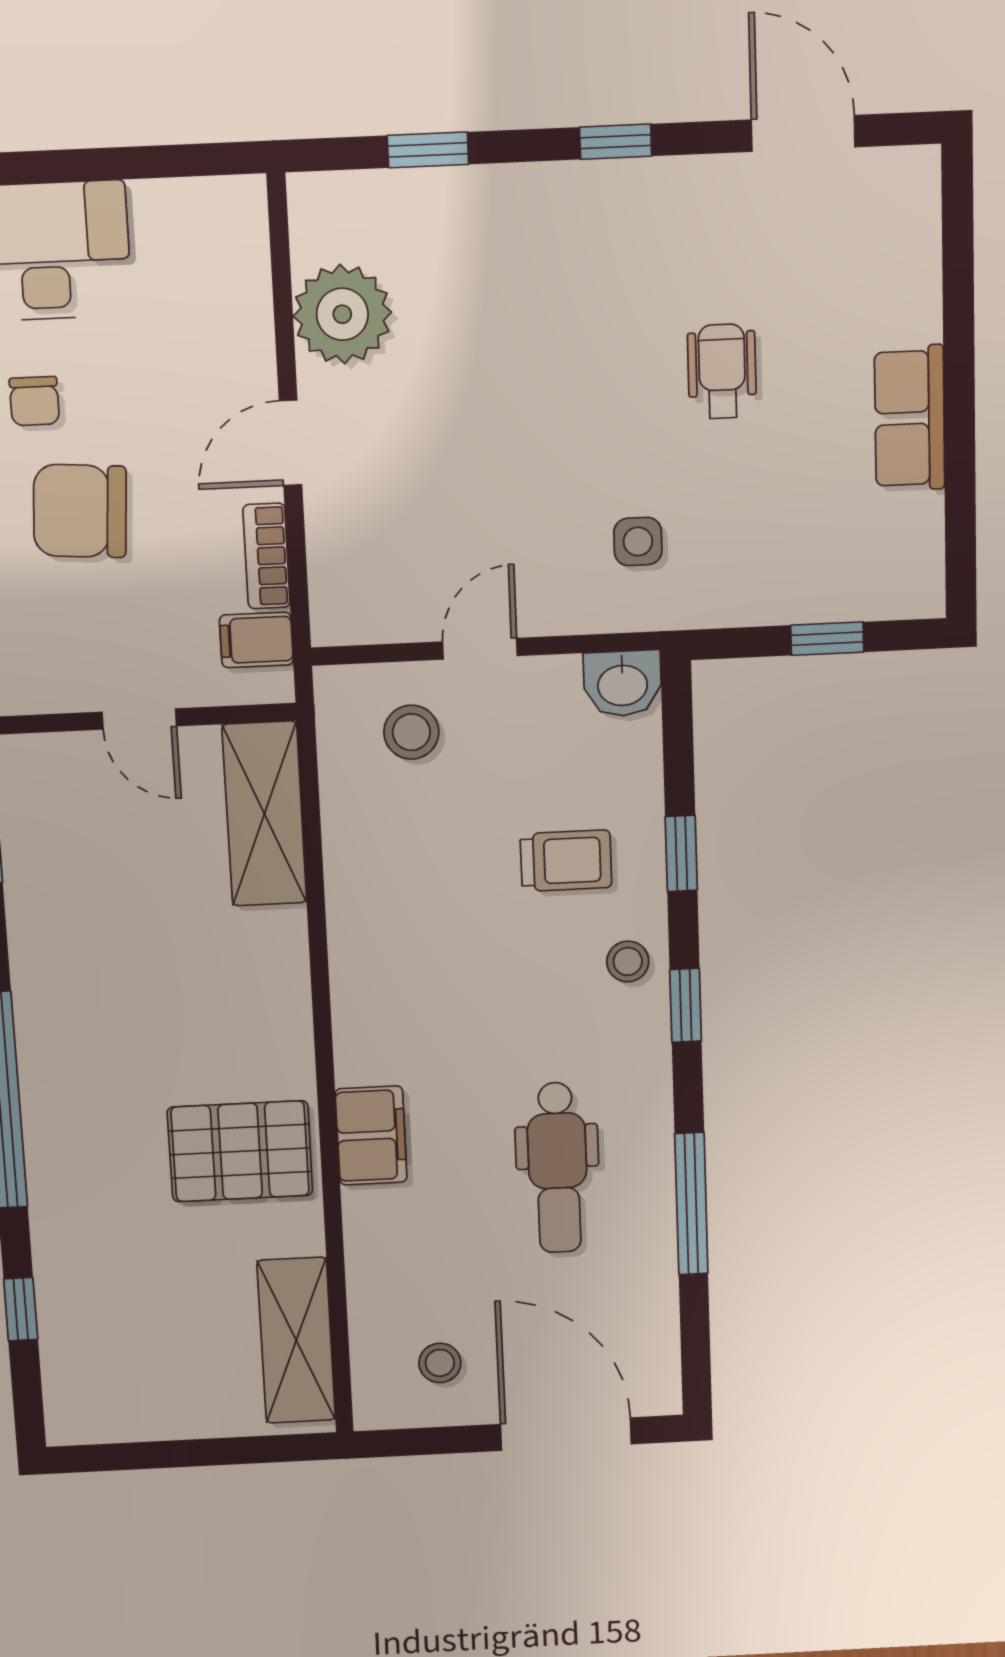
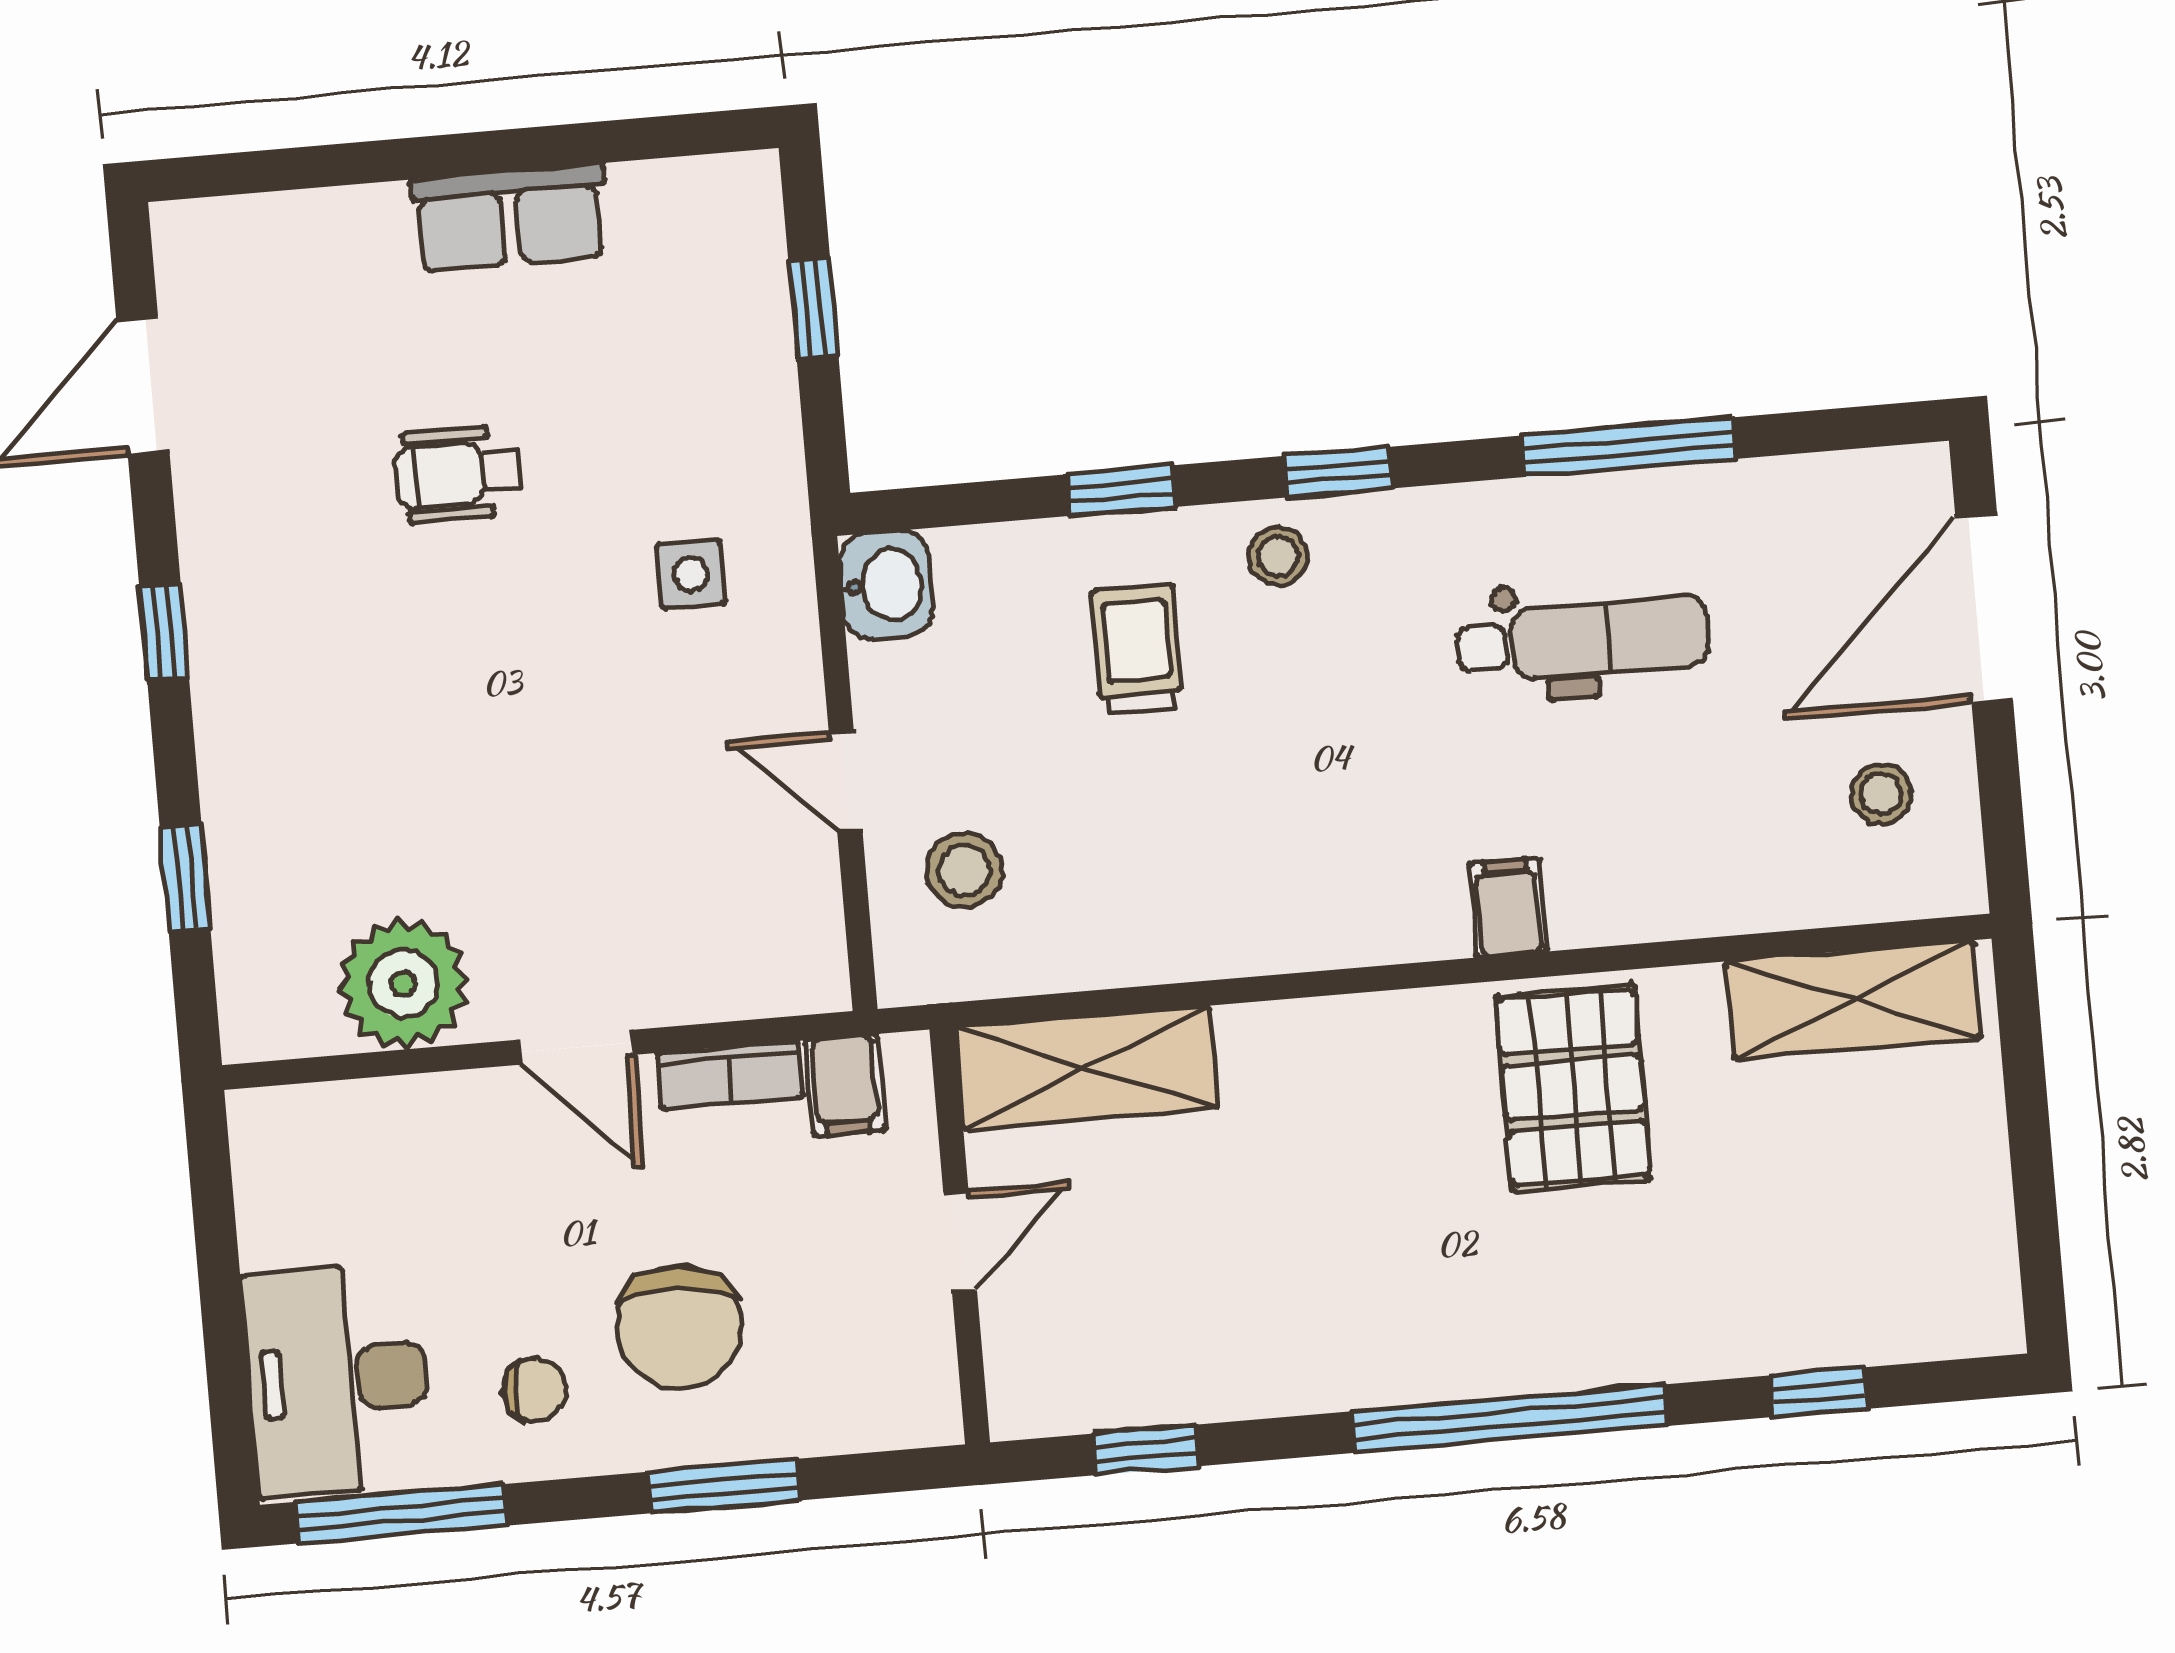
filing cabinet: (371, 1136) -> (1508, 907), width x0.50

